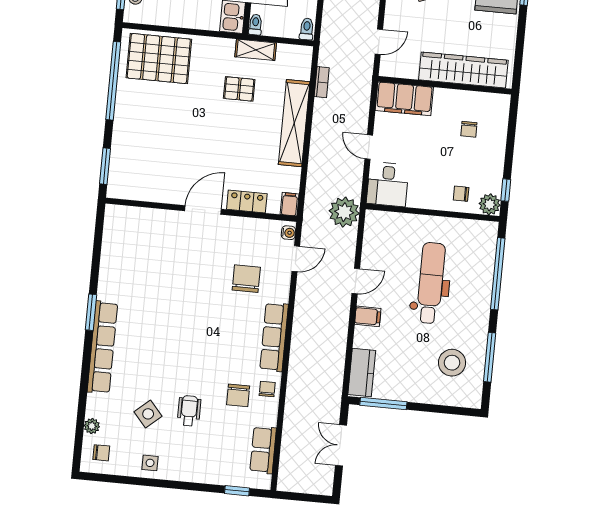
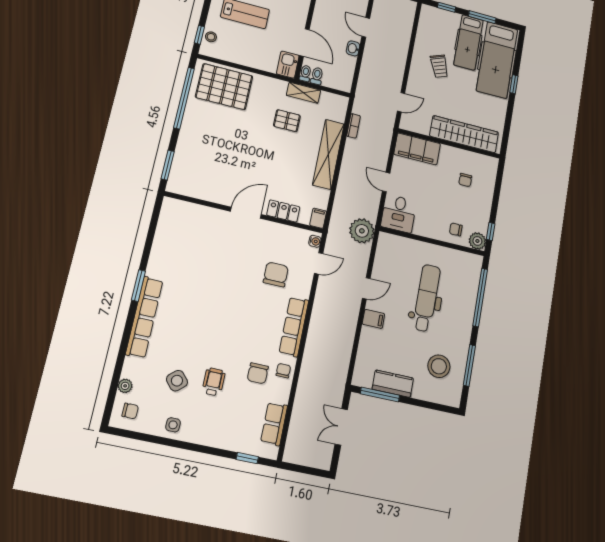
toilet: (307, 29) -> (317, 76), moved
kitchen counter: (362, 373) -> (393, 384), moved, turned -90

